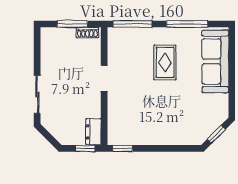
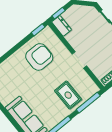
rug: (165, 62) -> (68, 95), moved
armchair: (146, 118) -> (39, 57), added

